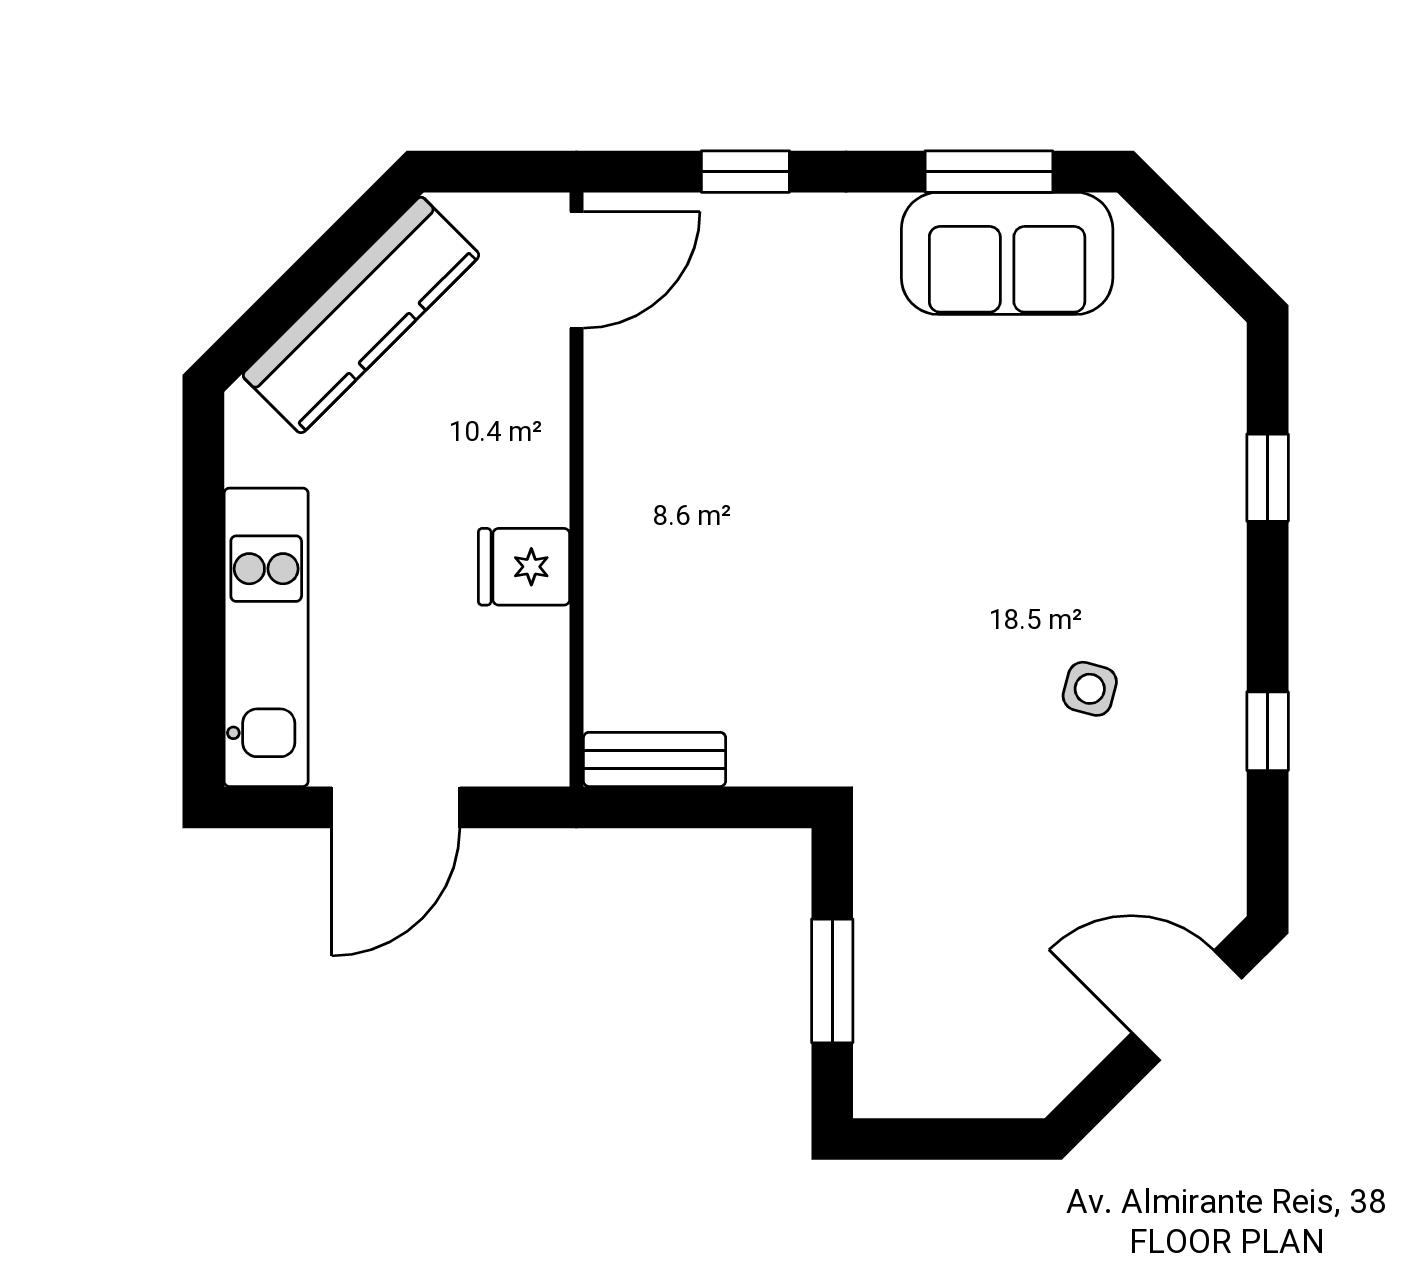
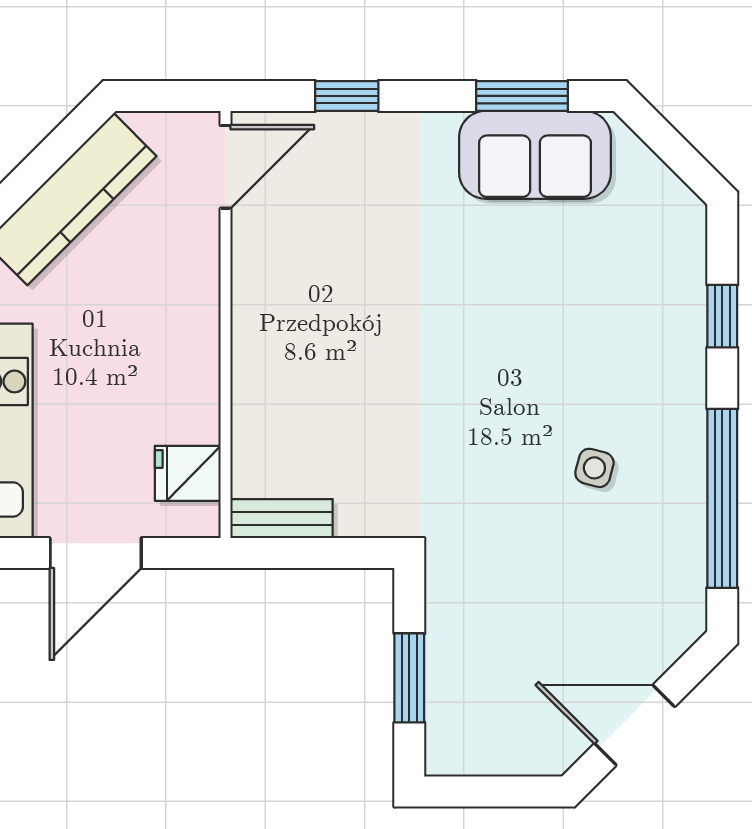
fridge: (524, 567) -> (188, 473), moved
window: (1268, 731) -> (722, 498), width x3.17
door: (1187, 1005) -> (635, 725), moved

